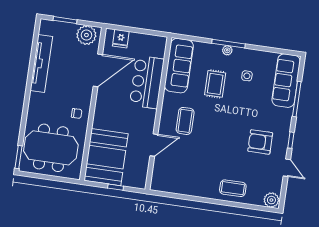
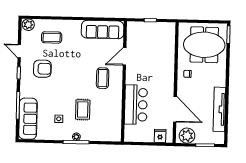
sofa: (179, 66) -> (103, 30), moved, turned -90
door: (98, 70) -> (175, 109), swing flipped
booth: (106, 157) -> (161, 43), removed
coffee table: (233, 188) -> (52, 37), moved

